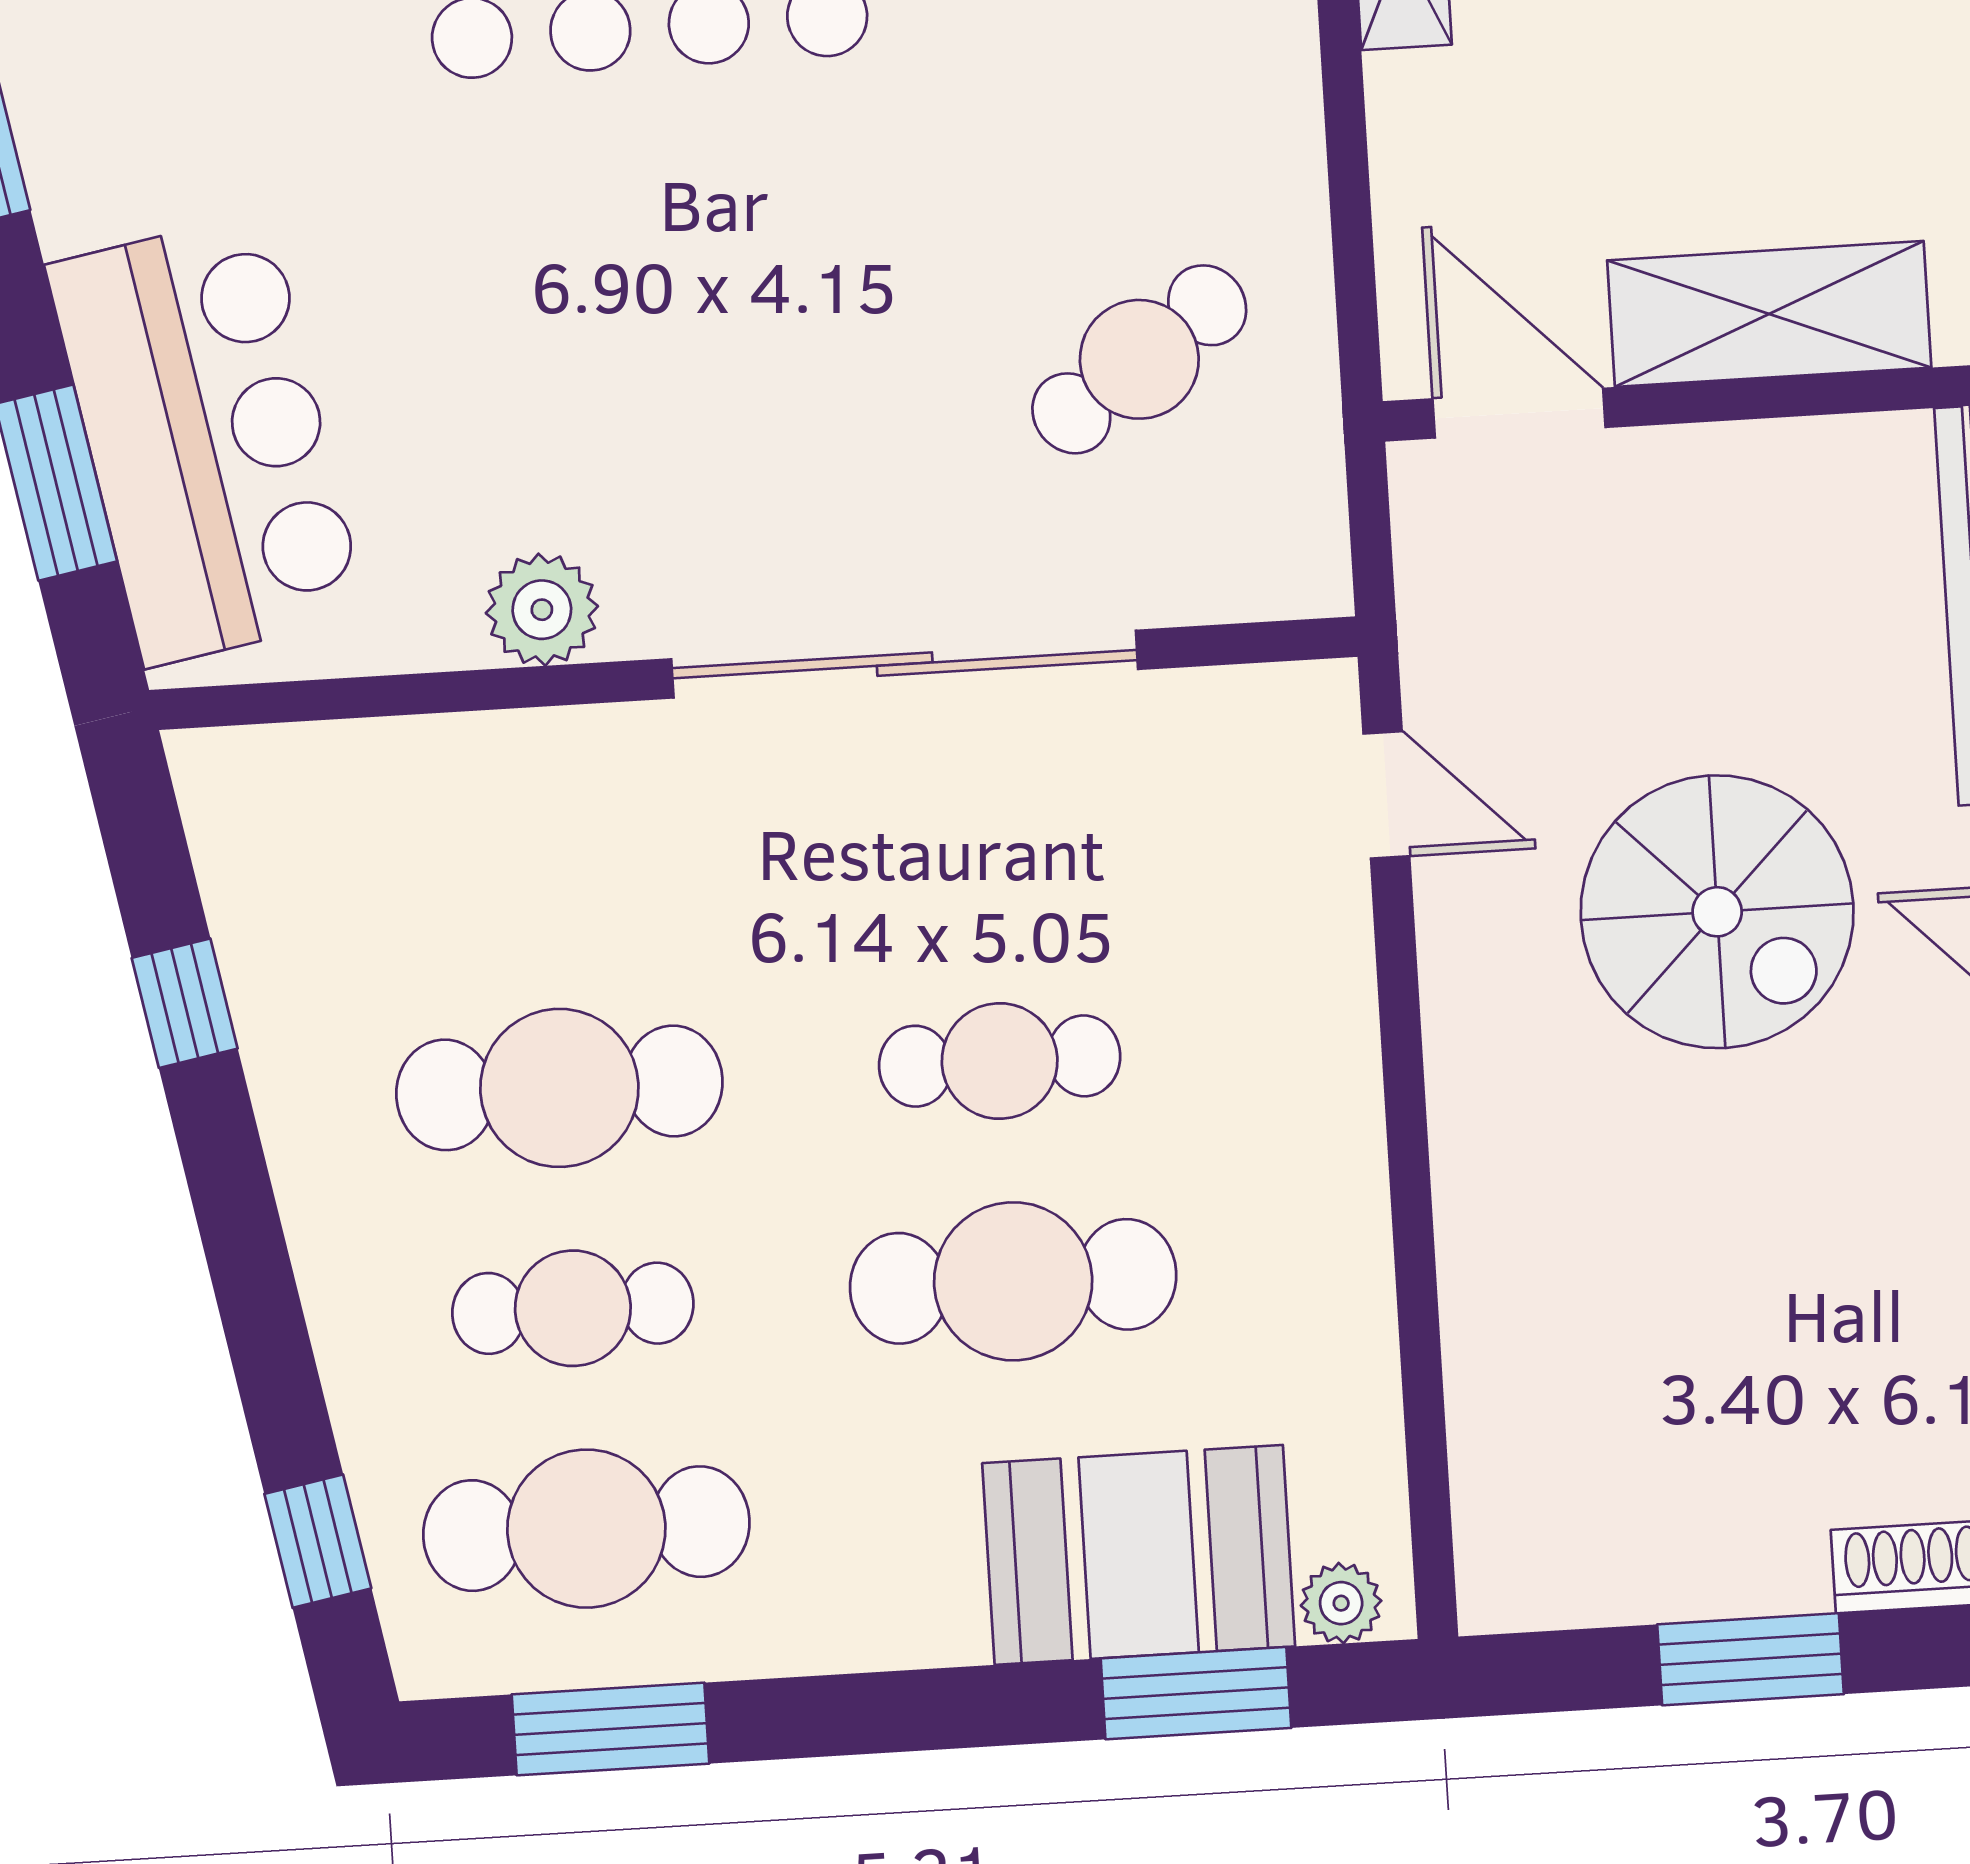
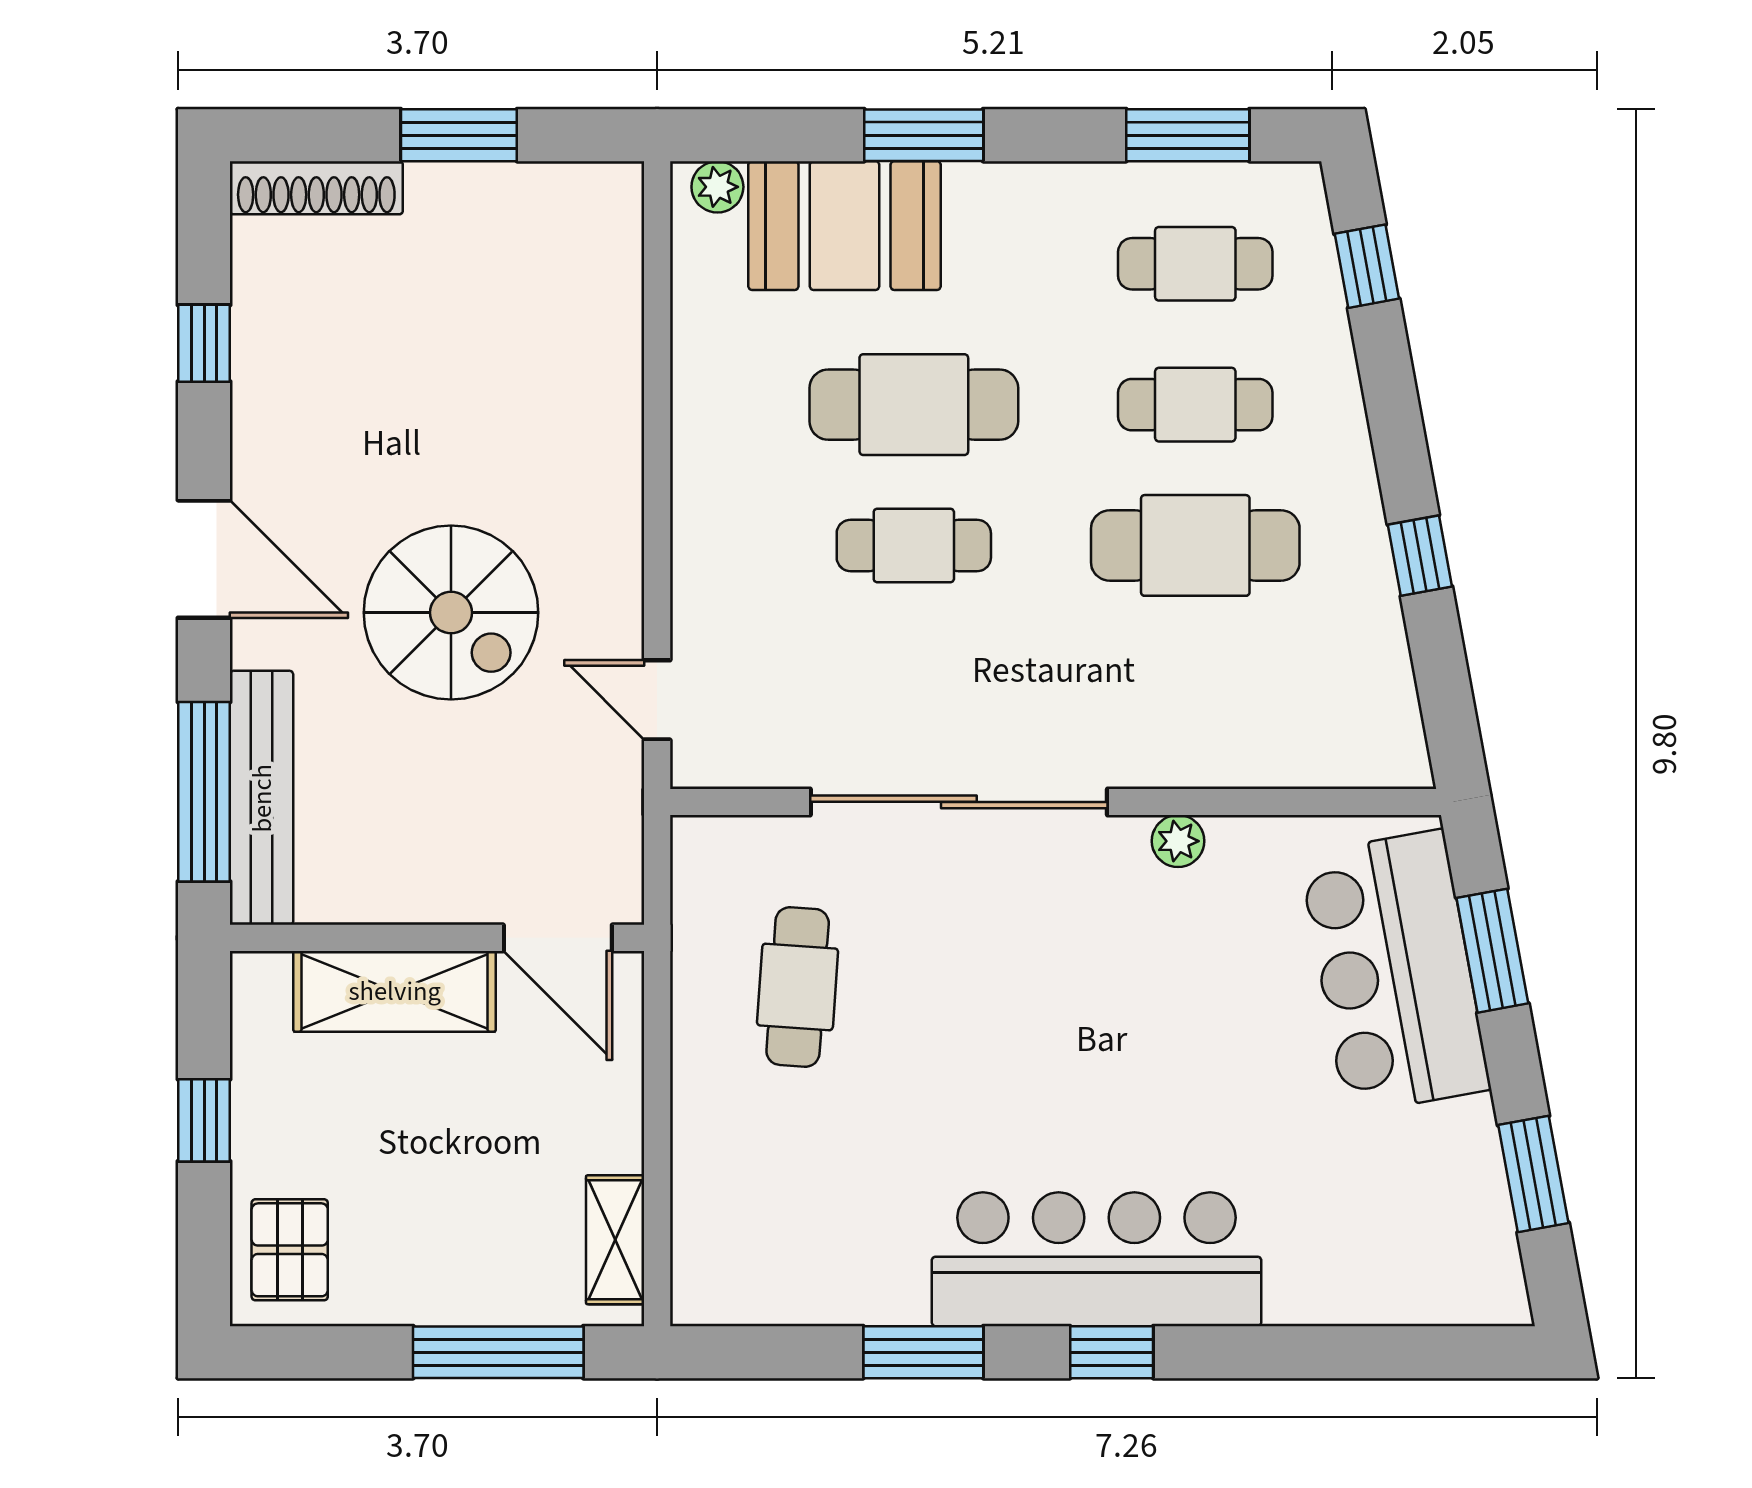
cafe table: (1139, 359) -> (798, 987), turned -51
plant: (542, 610) -> (1178, 841), width x0.73, depth x0.73
spiral stairs: (1717, 912) -> (451, 613), turned 180
window: (185, 1003) -> (1420, 556), moved
cafe table: (586, 1529) -> (1195, 264), width x0.73, depth x0.74
window: (1196, 1693) -> (924, 135), moved

